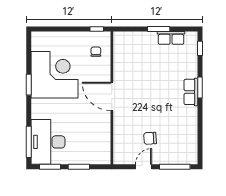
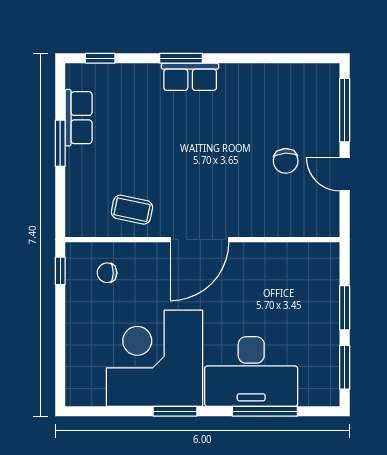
coffee table: (126, 64) -> (132, 210), added
window: (29, 142) -> (265, 411), moved
desk: (48, 142) -> (251, 372), moved

